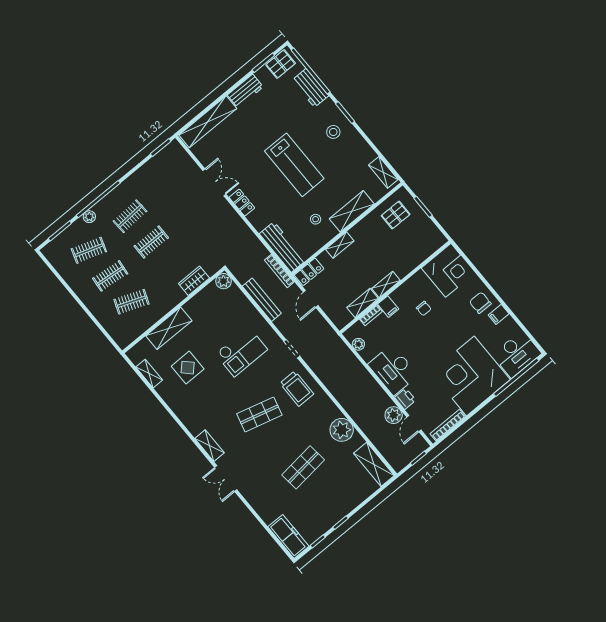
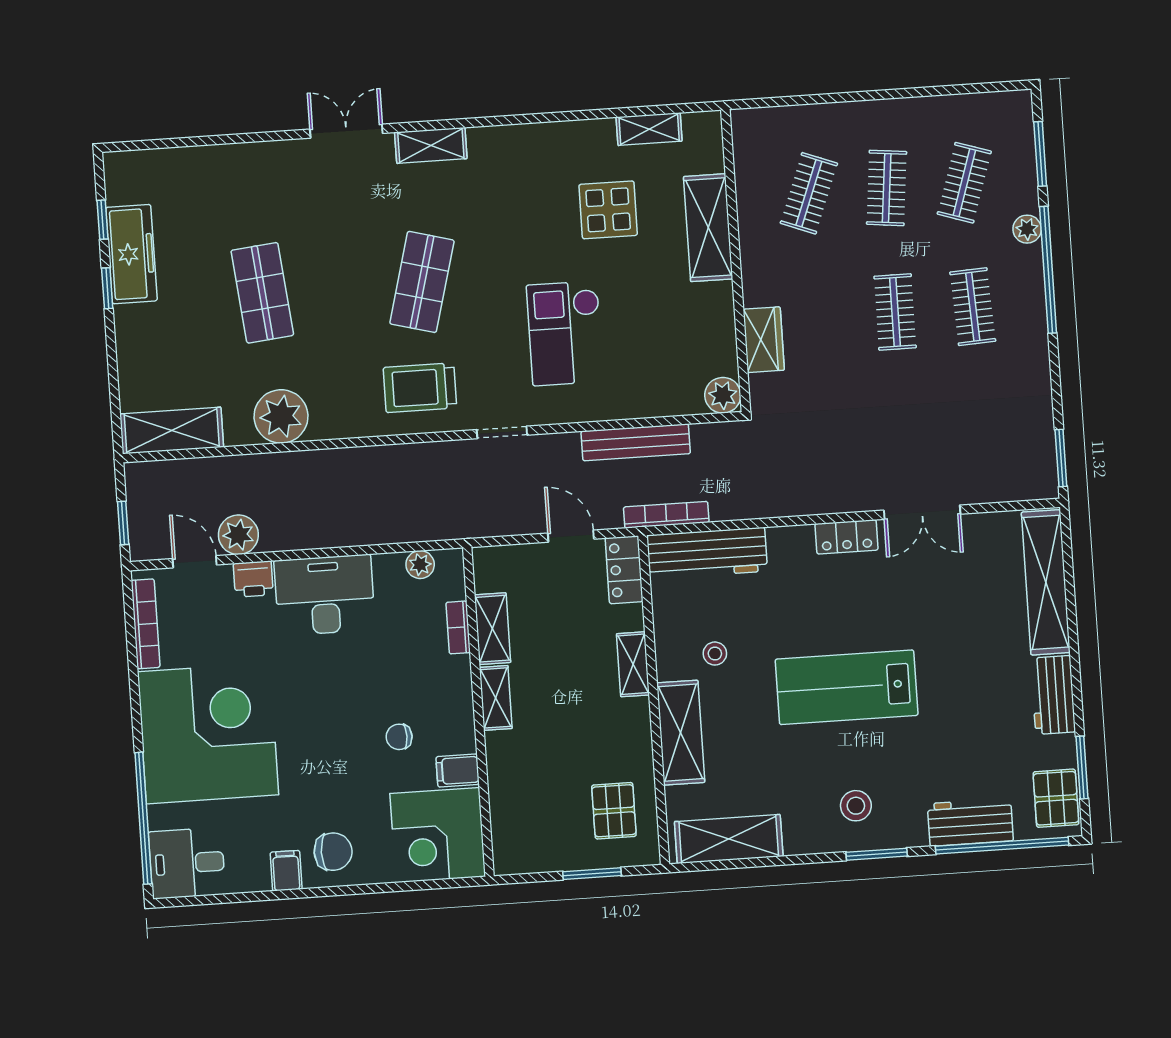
shelving: (383, 172) -> (729, 839), width x1.50, depth x1.33
filing cabinet: (388, 307) -> (458, 771), moved
desk: (517, 354) -> (187, 863), width x0.73
freezer: (288, 536) -> (131, 254), moved, turned -90

